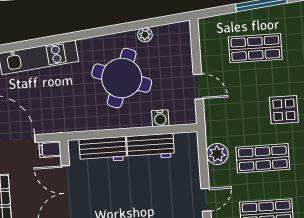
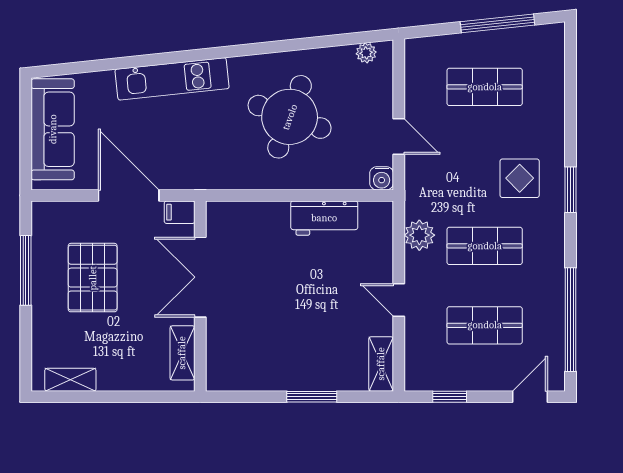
plant: (145, 35) -> (366, 53), moved
water cooler: (160, 118) -> (382, 178), moved
workbench: (103, 150) -> (255, 218), removed
door: (206, 200) -> (399, 300), swing flipped

